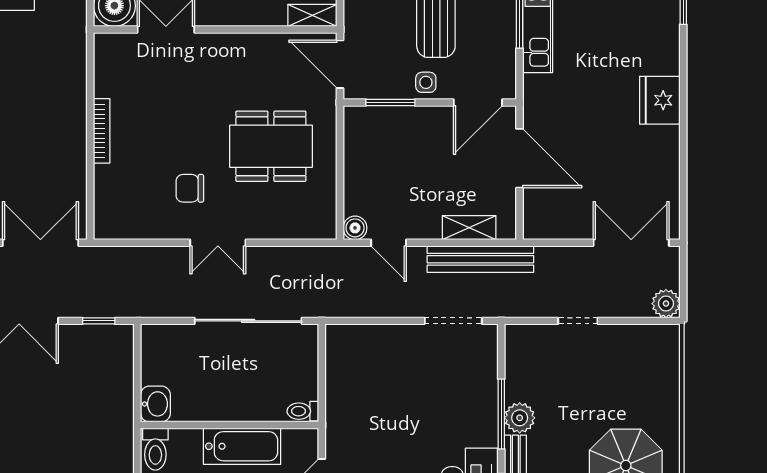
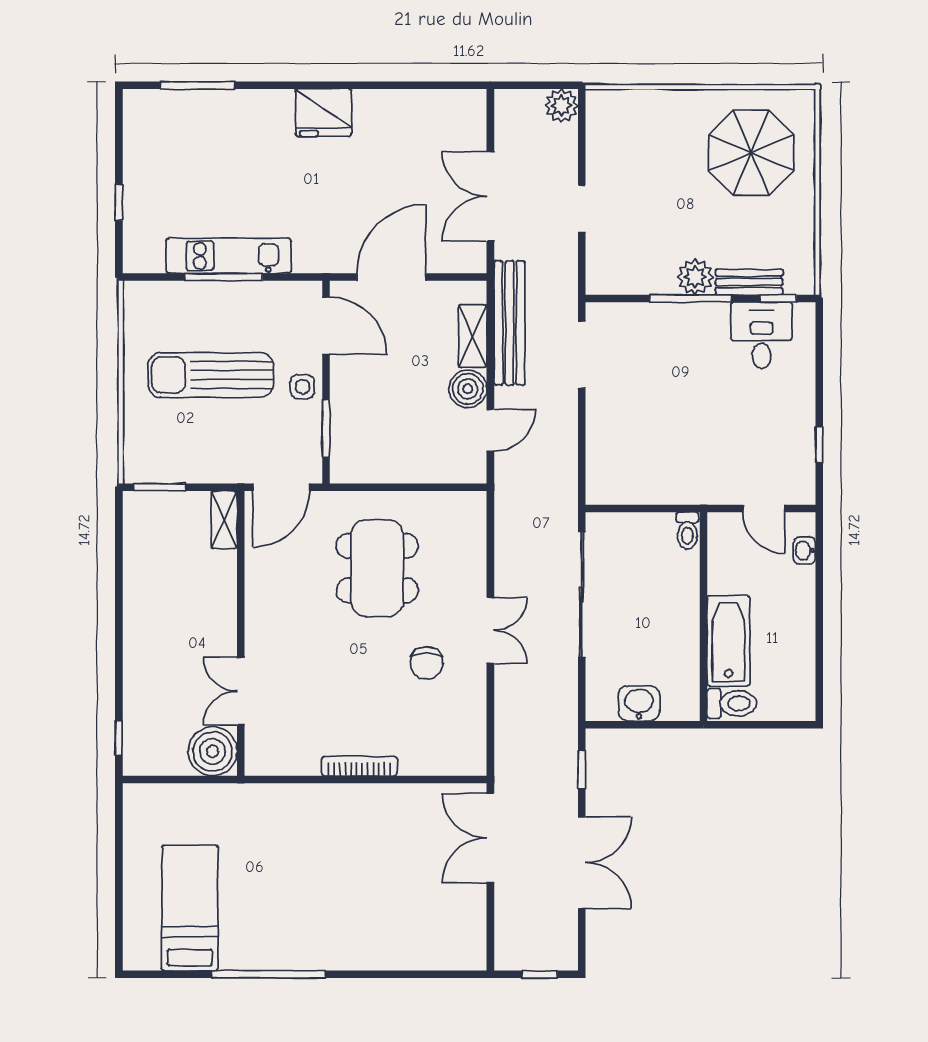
boiler: (355, 228) -> (468, 389), moved, width x1.36, depth x1.36
double door: (631, 243) -> (490, 196), moved
washbasin: (155, 404) -> (639, 703), moved
bathtub: (242, 446) -> (728, 641), moved

